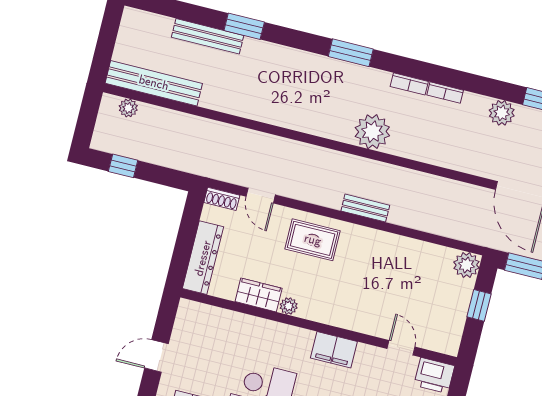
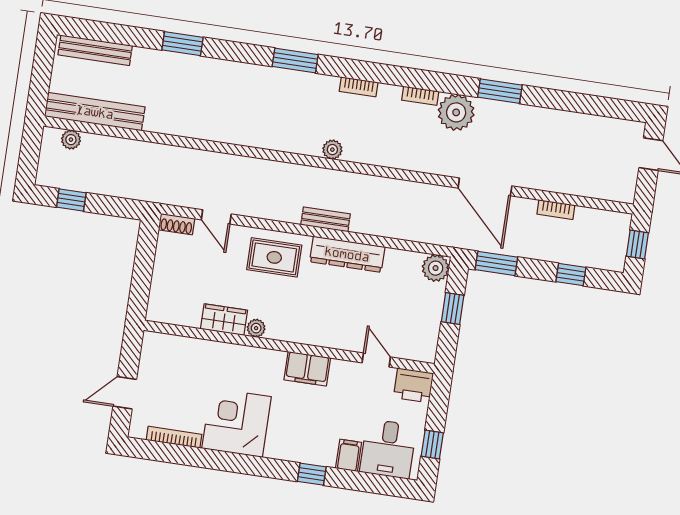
bench: (208, 36) -> (95, 50), moved
bookcase: (445, 93) -> (420, 96), moved
plant: (502, 113) -> (456, 112), width x1.36, depth x1.36
plant: (372, 132) -> (332, 150), width x0.53, depth x0.53
dresser: (203, 258) -> (347, 254), moved, turned 90

